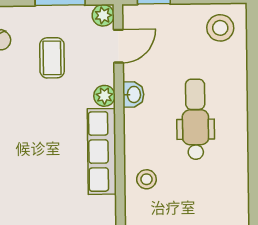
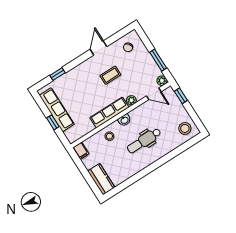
coffee table: (52, 58) -> (110, 75), moved
washbasin: (133, 94) -> (124, 120), moved
dental chair: (195, 119) -> (144, 141), turned 180

